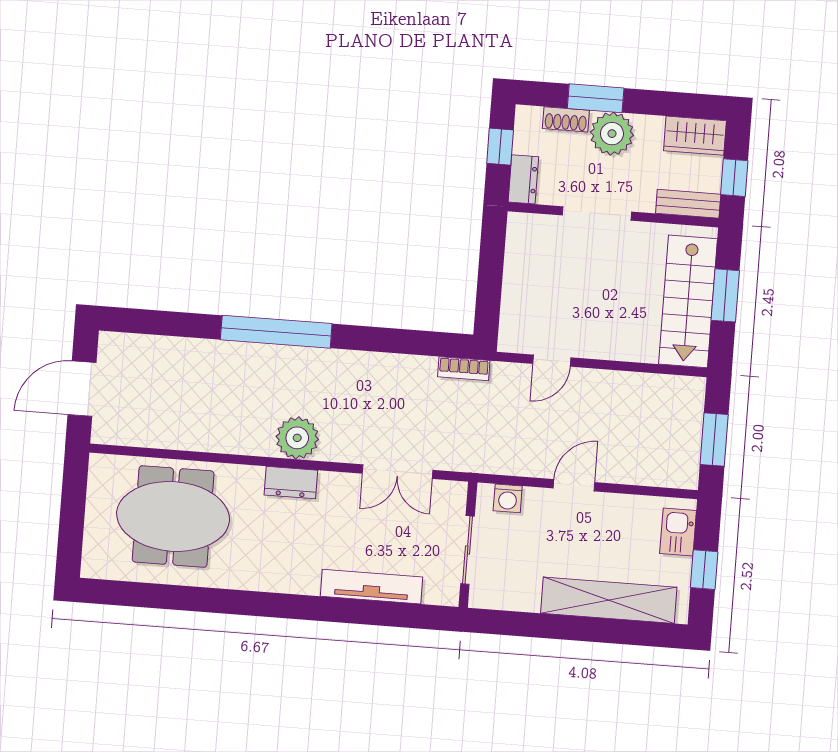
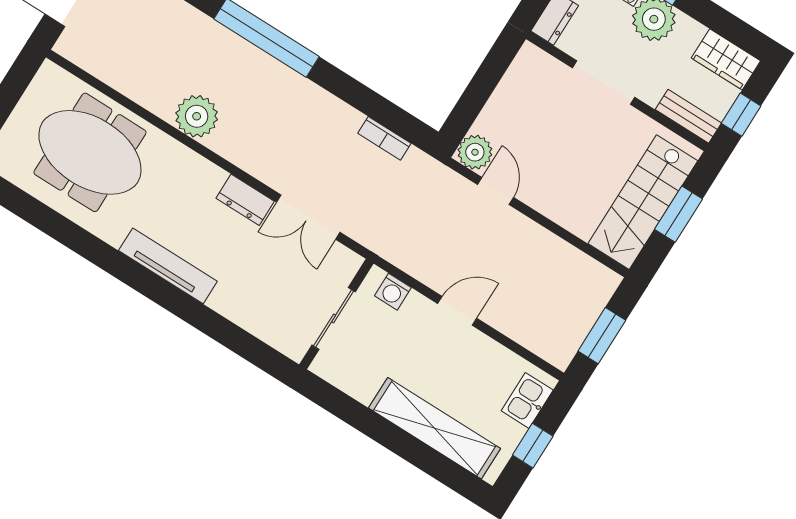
plant: (515, 336) -> (475, 152), added
door: (552, 361) -> (496, 191), swing flipped
bookcase: (464, 369) -> (384, 138), moved
plant: (297, 438) -> (197, 116), moved
dresser: (291, 483) -> (245, 200), moved
tv unit: (372, 587) -> (168, 266), moved

